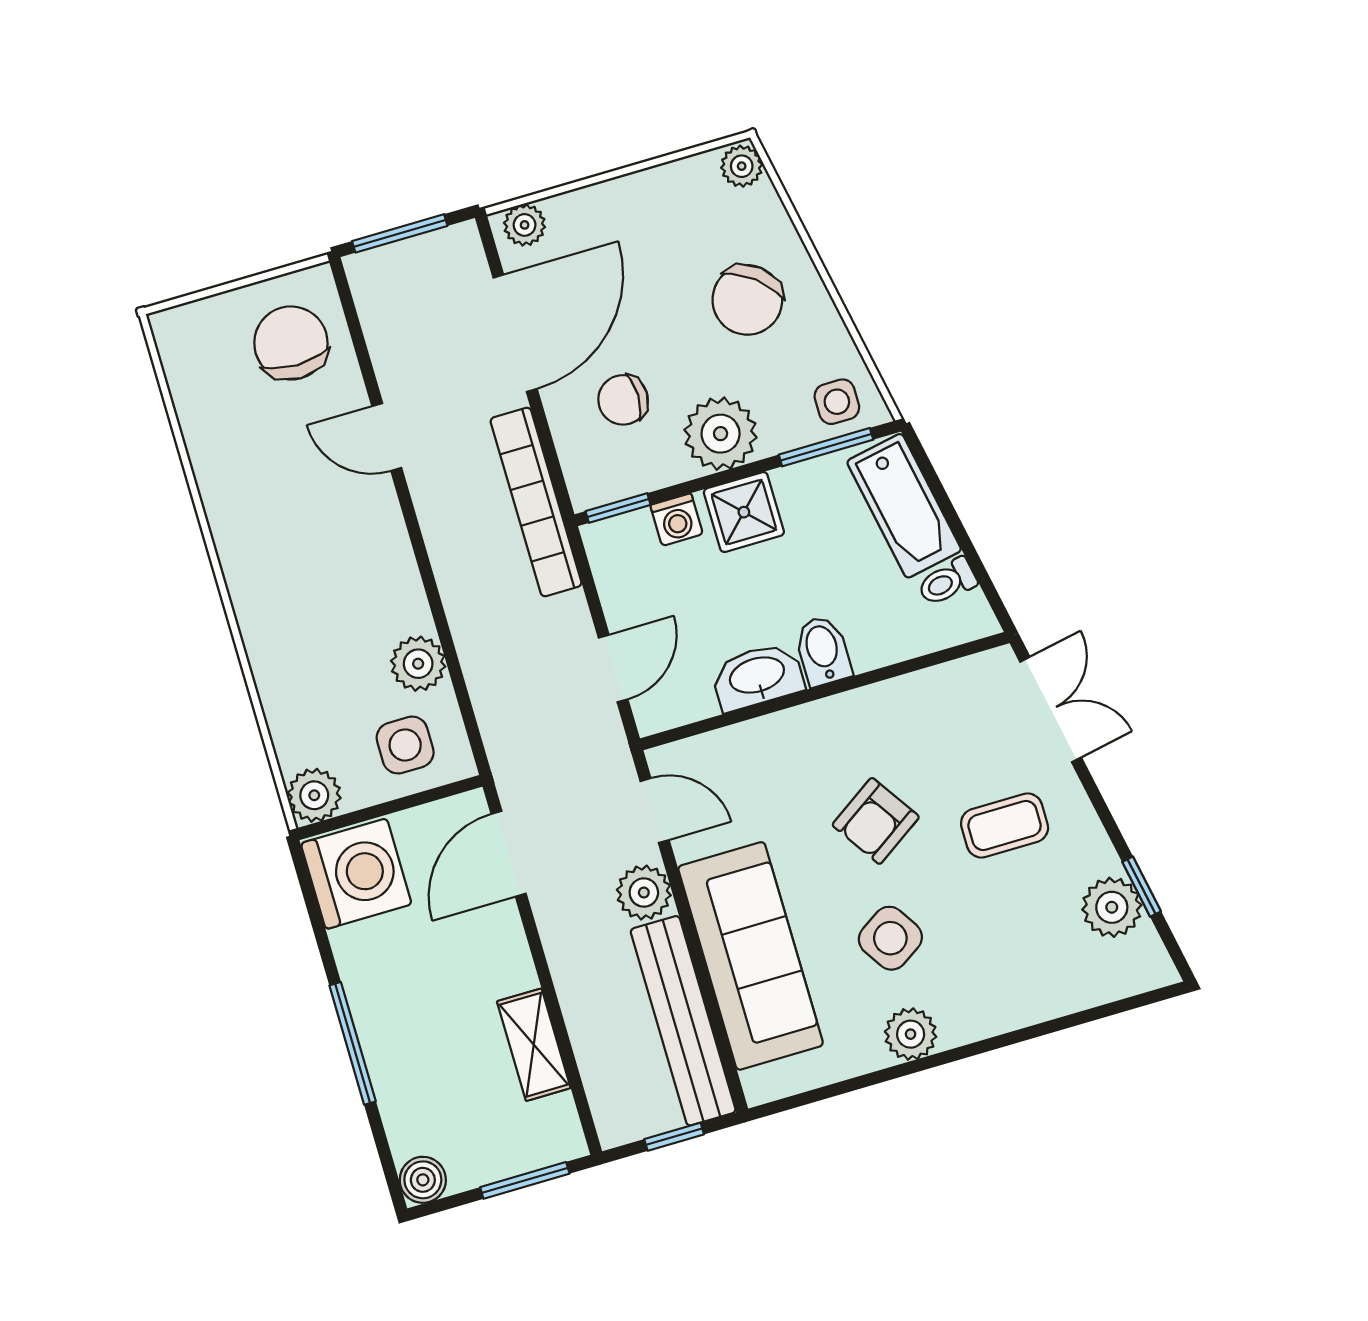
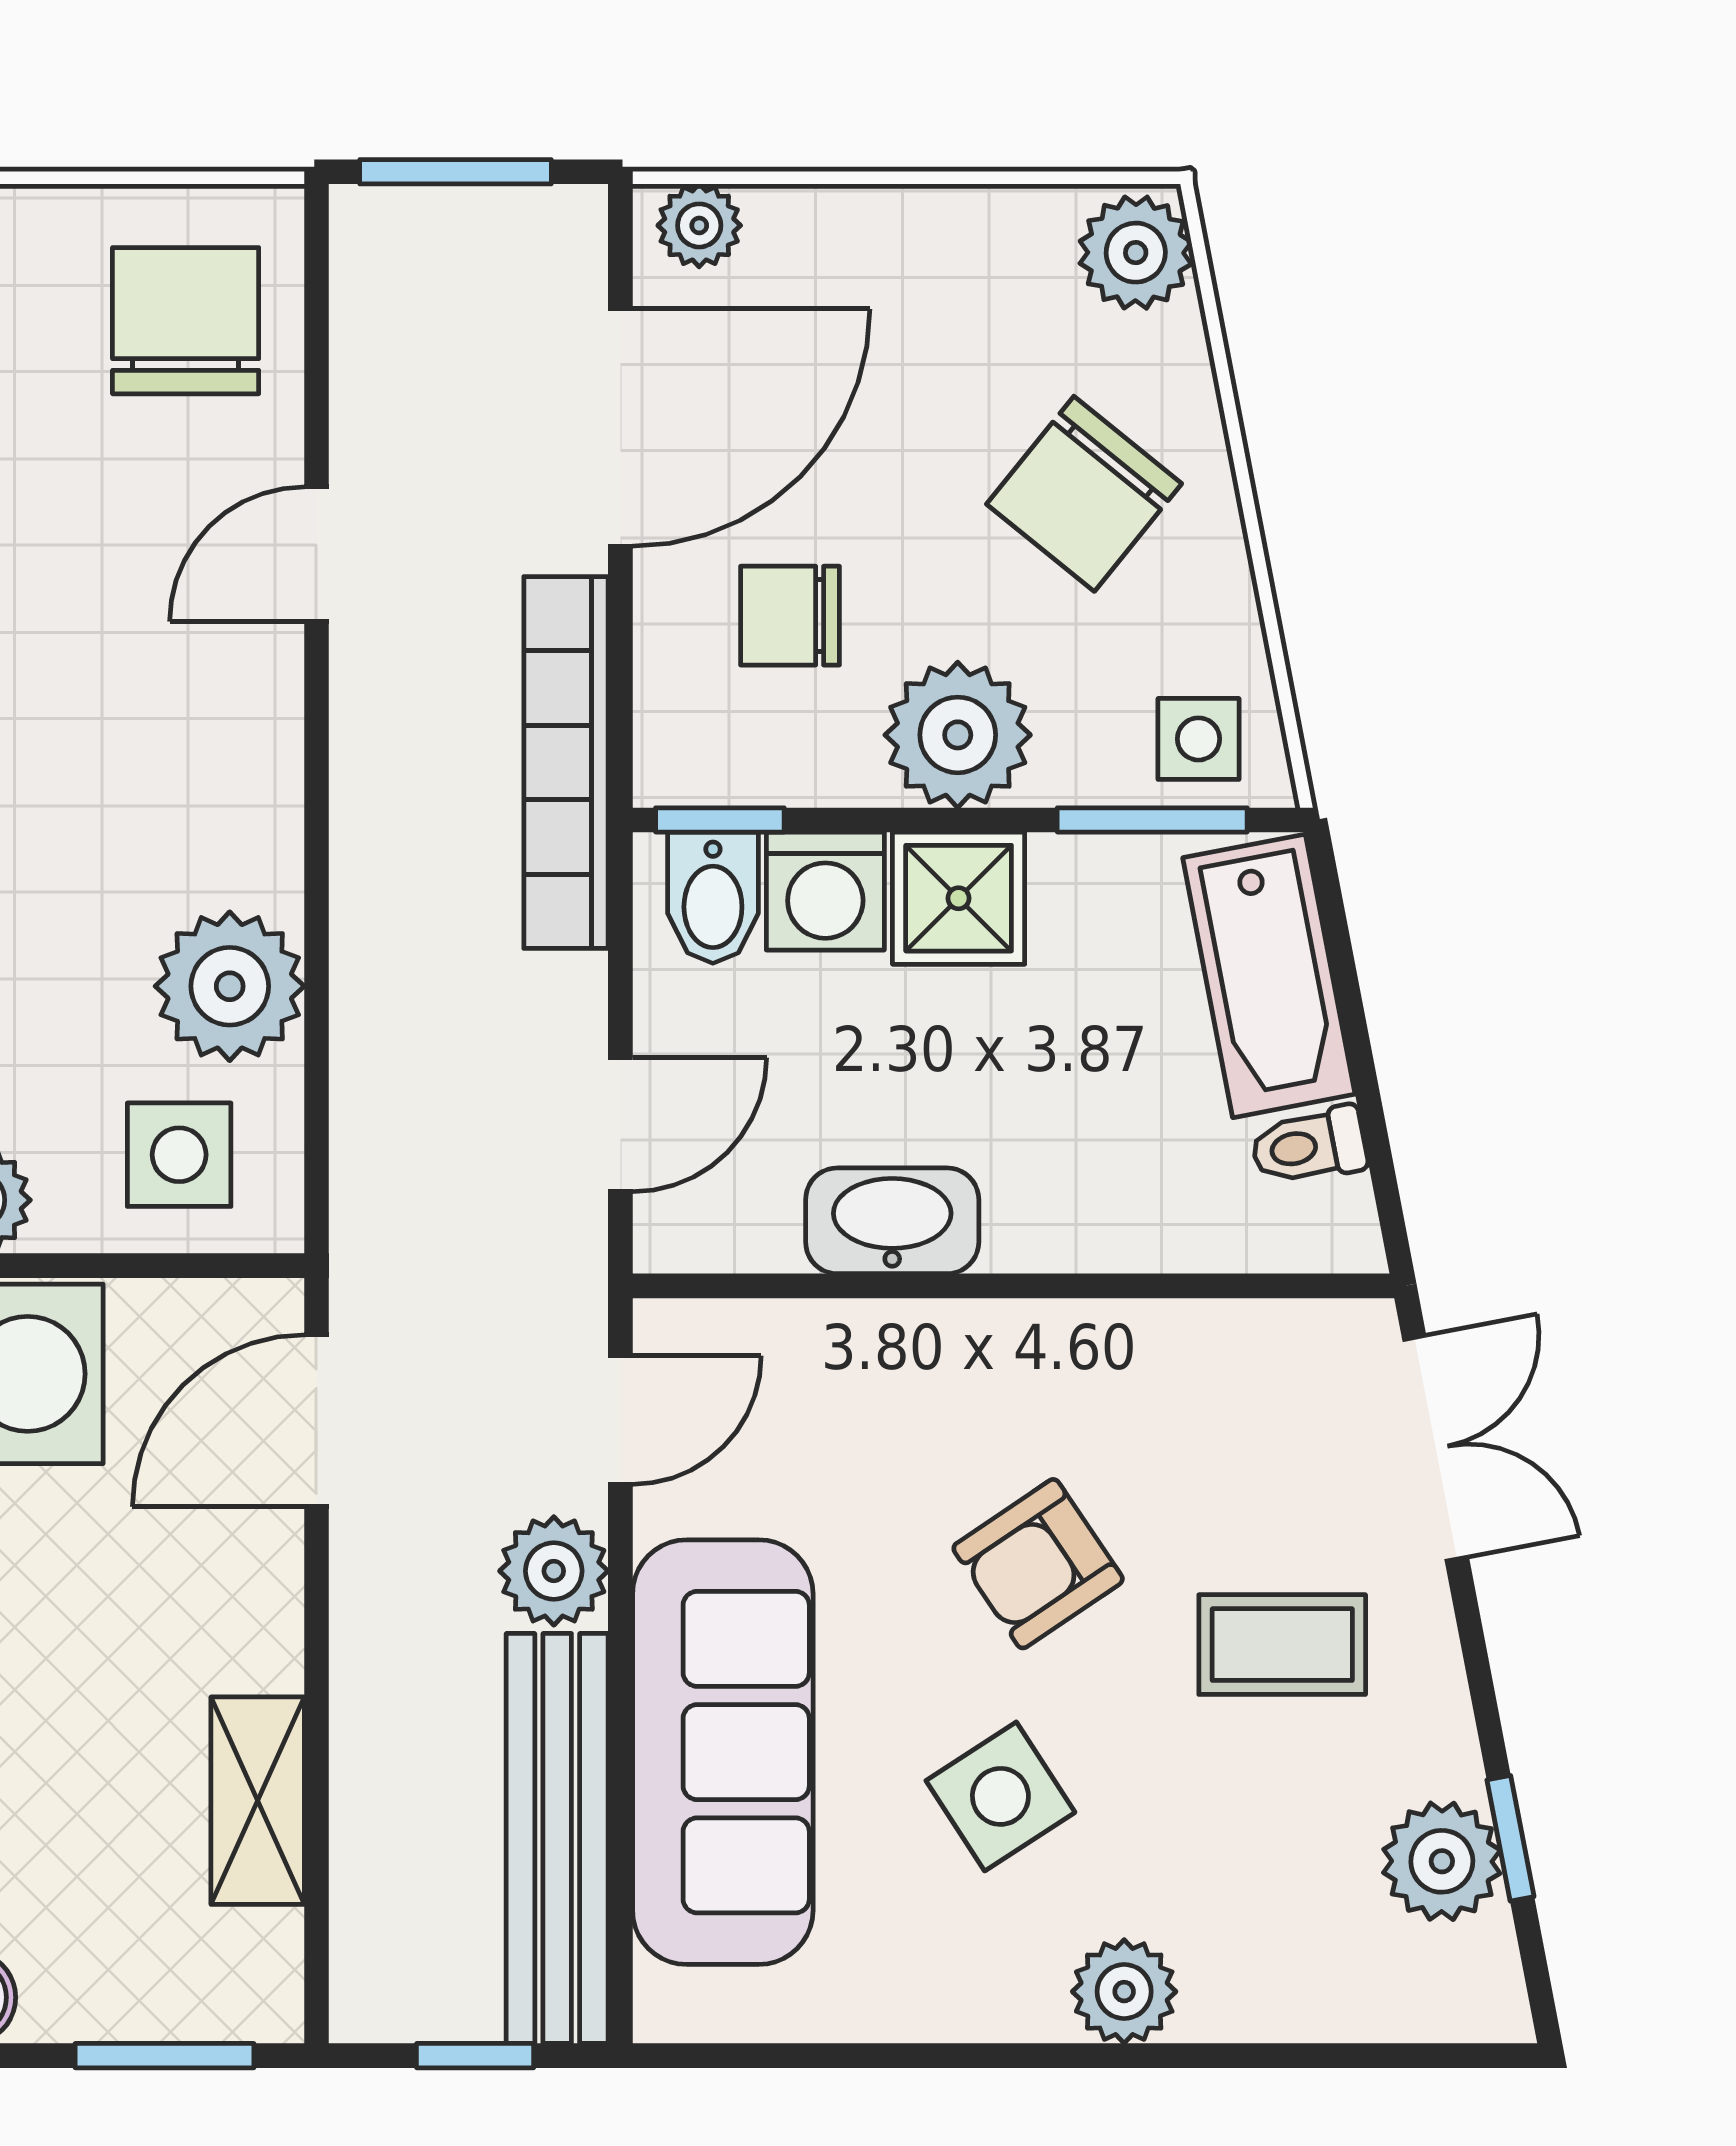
plant: (742, 166) -> (1136, 253), width x1.38, depth x1.38
door: (387, 437) -> (316, 554), hinge flipped
washing machine: (677, 520) -> (825, 891), width x1.38, depth x1.38
bidet: (823, 651) -> (713, 898), moved, turned 180
plant: (418, 664) -> (230, 986), width x1.36, depth x1.36
door: (655, 811) -> (620, 1420), hinge flipped
plant: (911, 1034) -> (1124, 1992), moved

